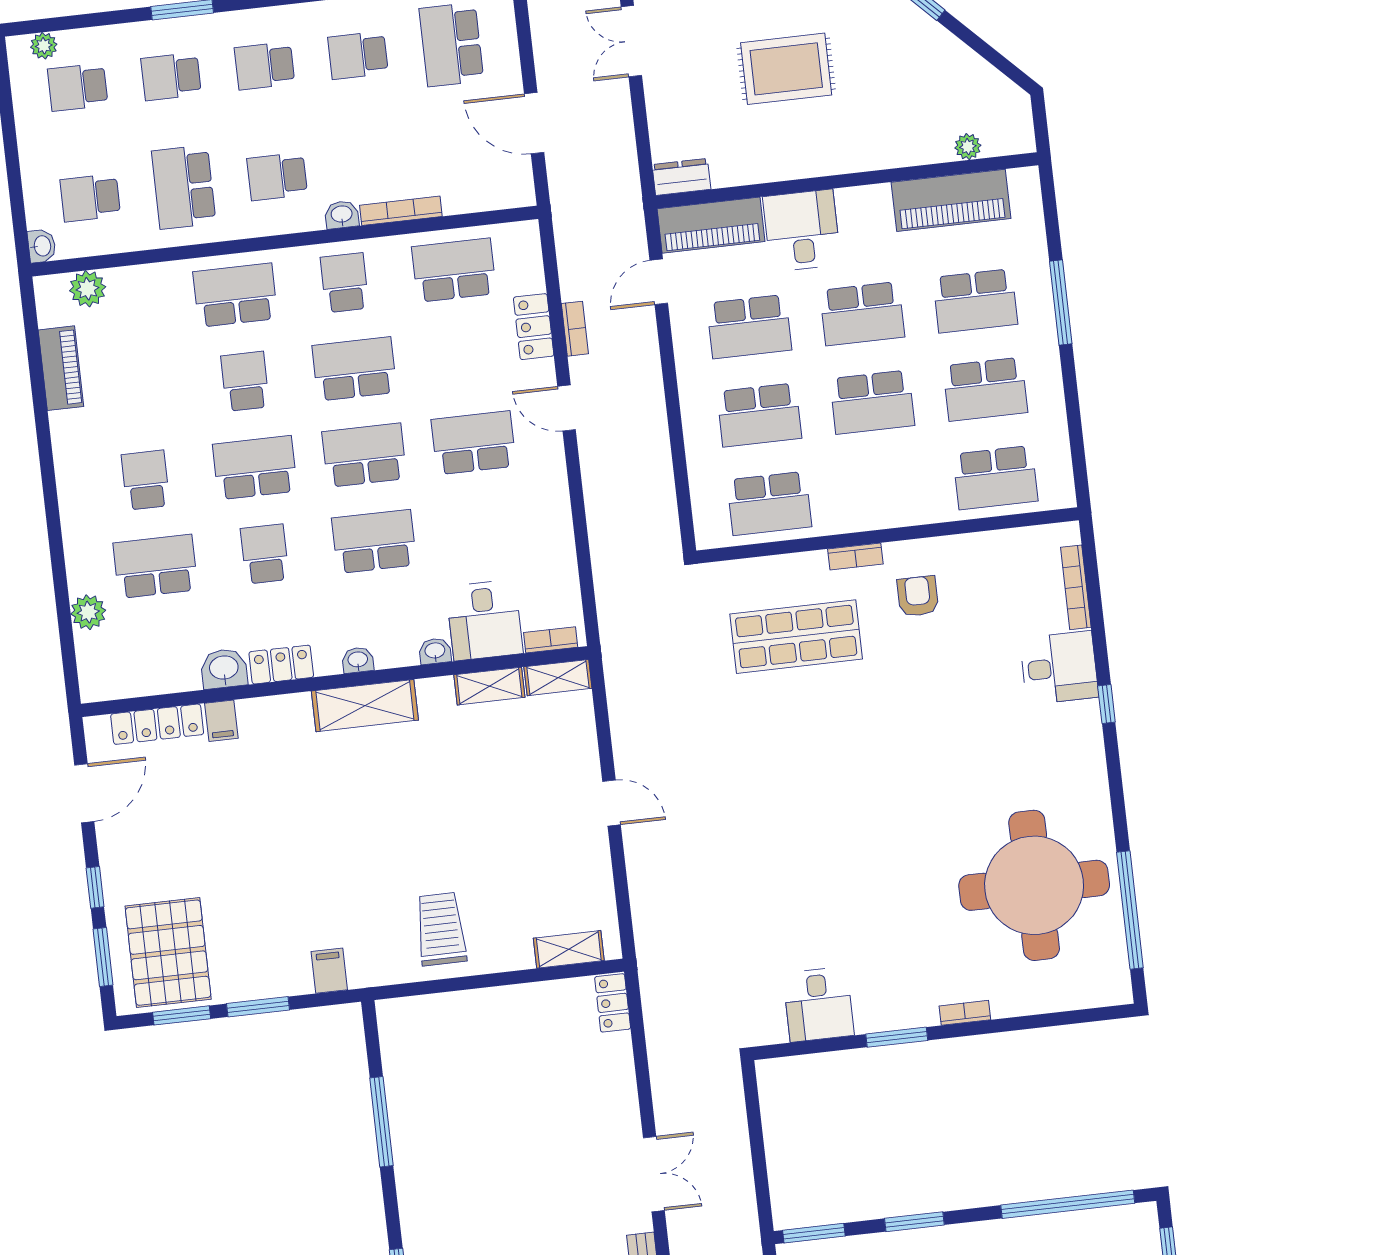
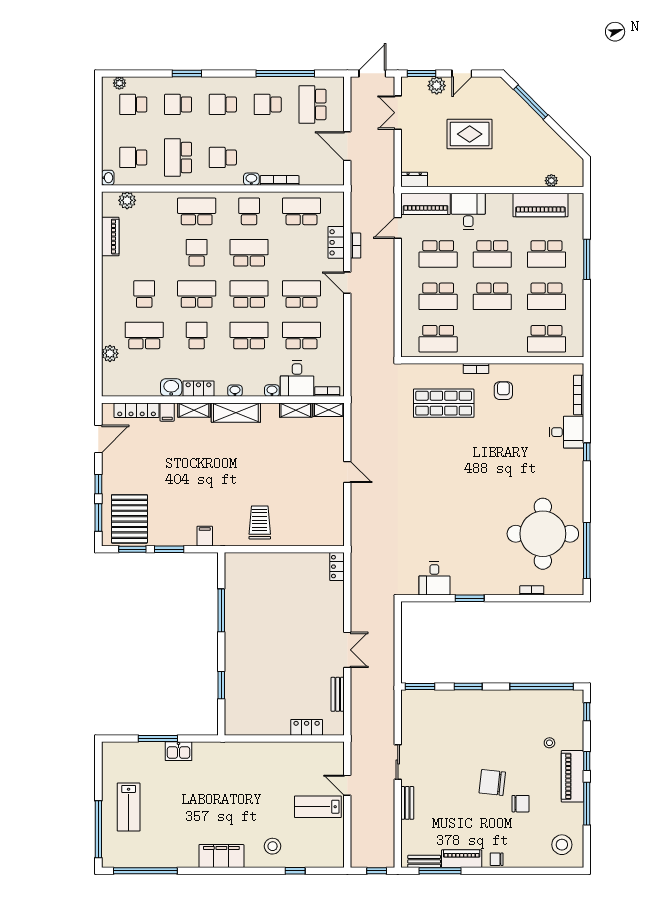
school desk: (483, 529) -> (301, 335), added
shelving: (569, 949) -> (194, 410), moved
bookcase: (965, 1013) -> (532, 590), moved

